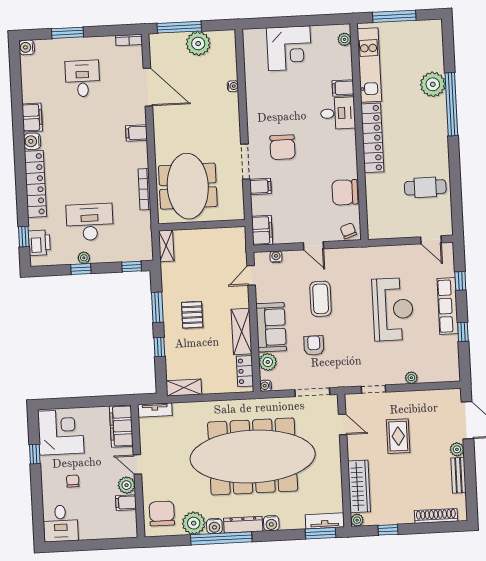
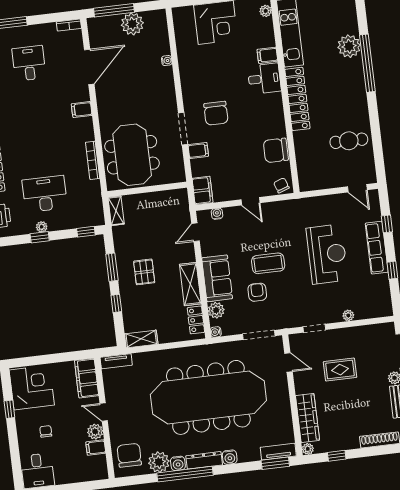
door: (148, 87) -> (89, 67), hinge flipped
coffee table: (321, 299) -> (268, 263), moved, turned 90
rug: (398, 436) -> (340, 370), turned 90

